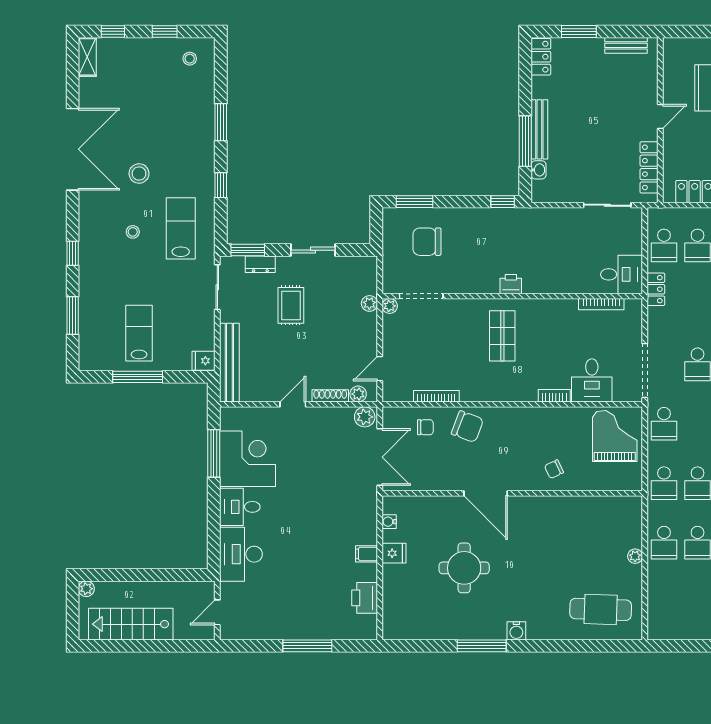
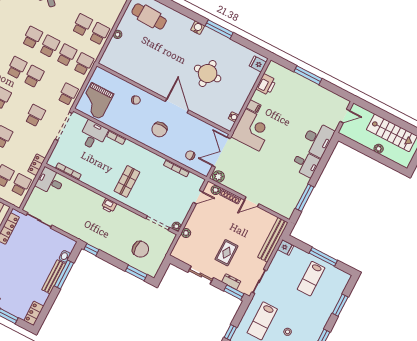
chair: (467, 427) -> (159, 130), moved, turned -111
corner desk: (247, 459) -> (252, 130), moved, turned 180
fridge: (394, 553) -> (258, 64), moved
plant: (86, 589) -> (379, 149), moved

